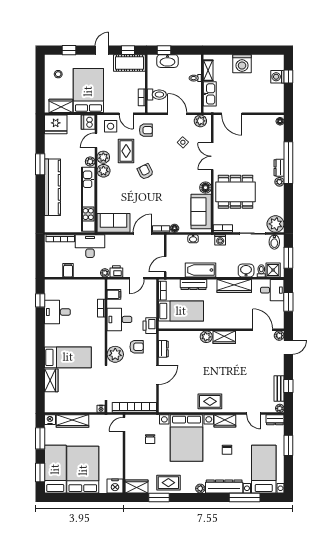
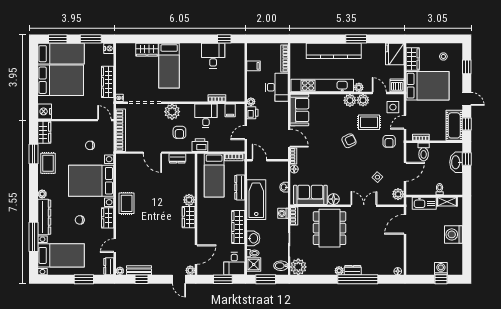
bathtub: (201, 270) -> (256, 200), width x1.36, depth x1.36
door: (137, 278) -> (246, 133), hinge flipped
wardrobe: (72, 421) -> (108, 82), moved

